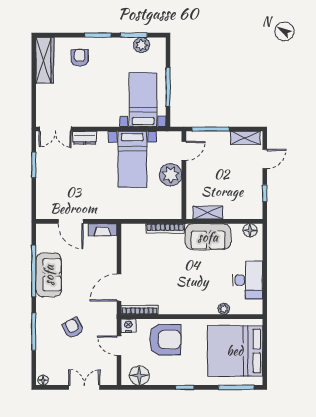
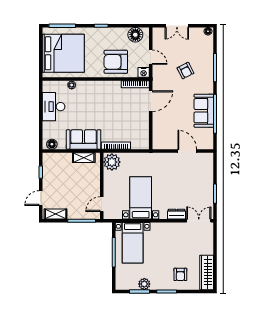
plant: (142, 45) -> (144, 284), moved
plant: (171, 175) -> (112, 162), moved
fireplace: (102, 230) -> (163, 145), removed

